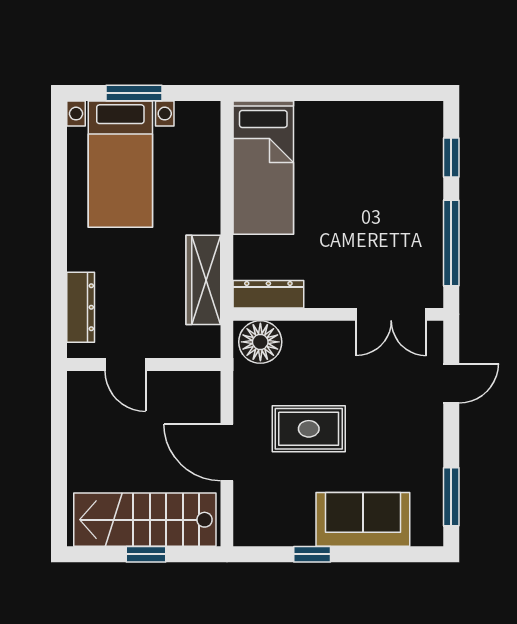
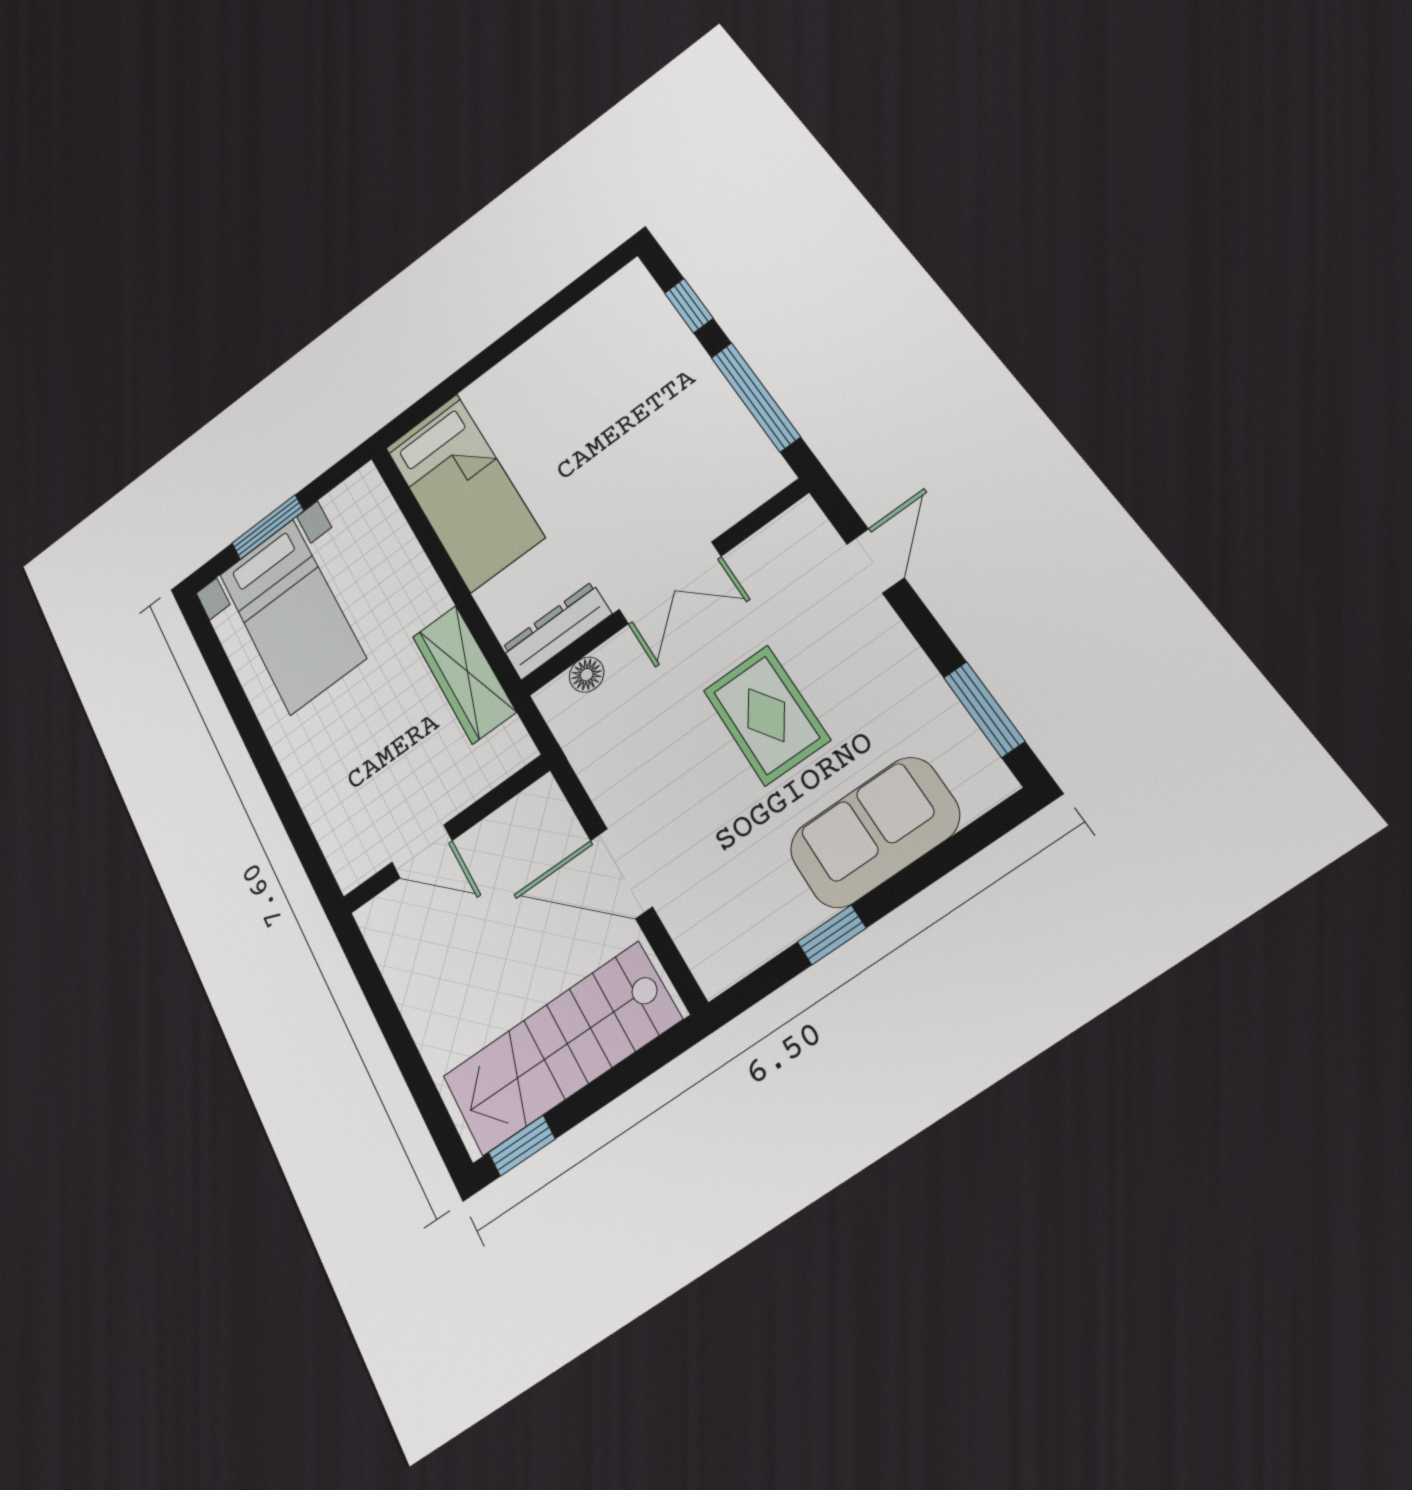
dresser: (81, 307) -> (329, 819), removed
double door: (391, 314) -> (670, 583), moved
floor lamp: (260, 342) -> (587, 675), width x0.53, depth x0.53
rug: (309, 429) -> (766, 715), moved, turned 90
window: (146, 554) -> (522, 1146), moved

